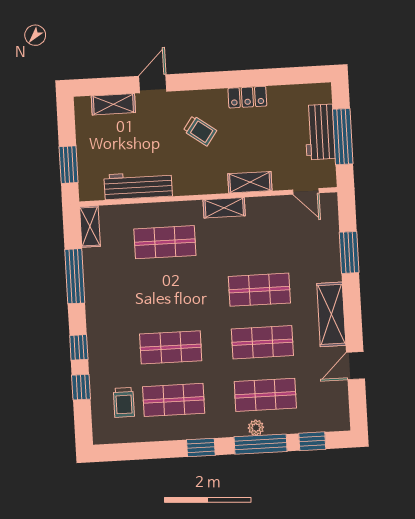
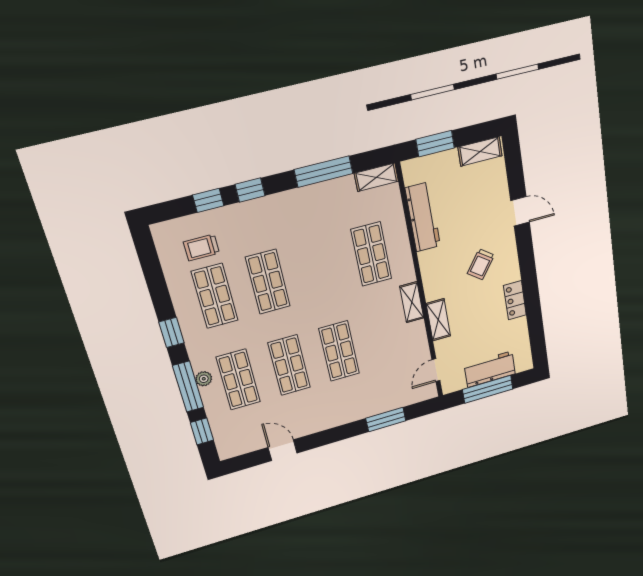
shelving: (113, 104) -> (480, 151), moved, turned 90
shelving: (331, 314) -> (327, 418), removed

